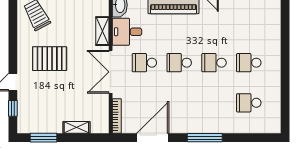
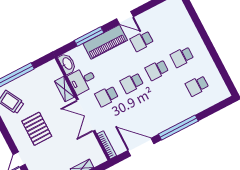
school desk: (214, 23) -> (142, 41), added
pallet: (50, 59) -> (37, 129), turned 90
door: (153, 138) -> (141, 147), hinge flipped
window: (205, 138) -> (178, 128), width x1.46

